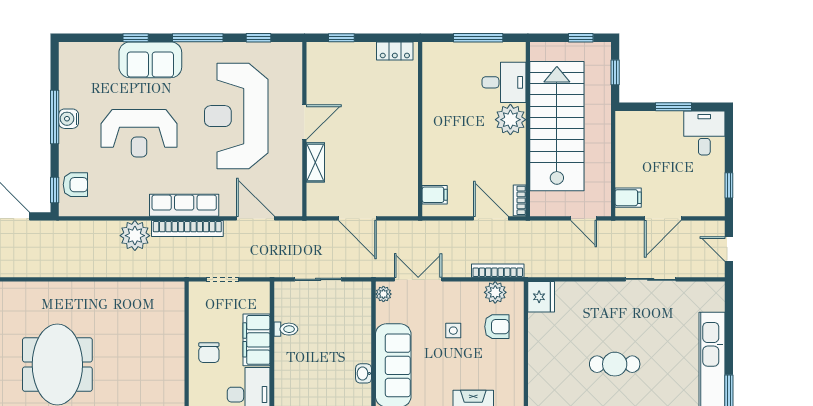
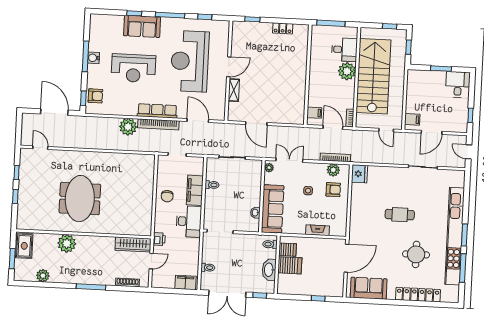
wall: (420, 129) -> (308, 75), moved
filing cabinet: (435, 195) -> (314, 113), moved

